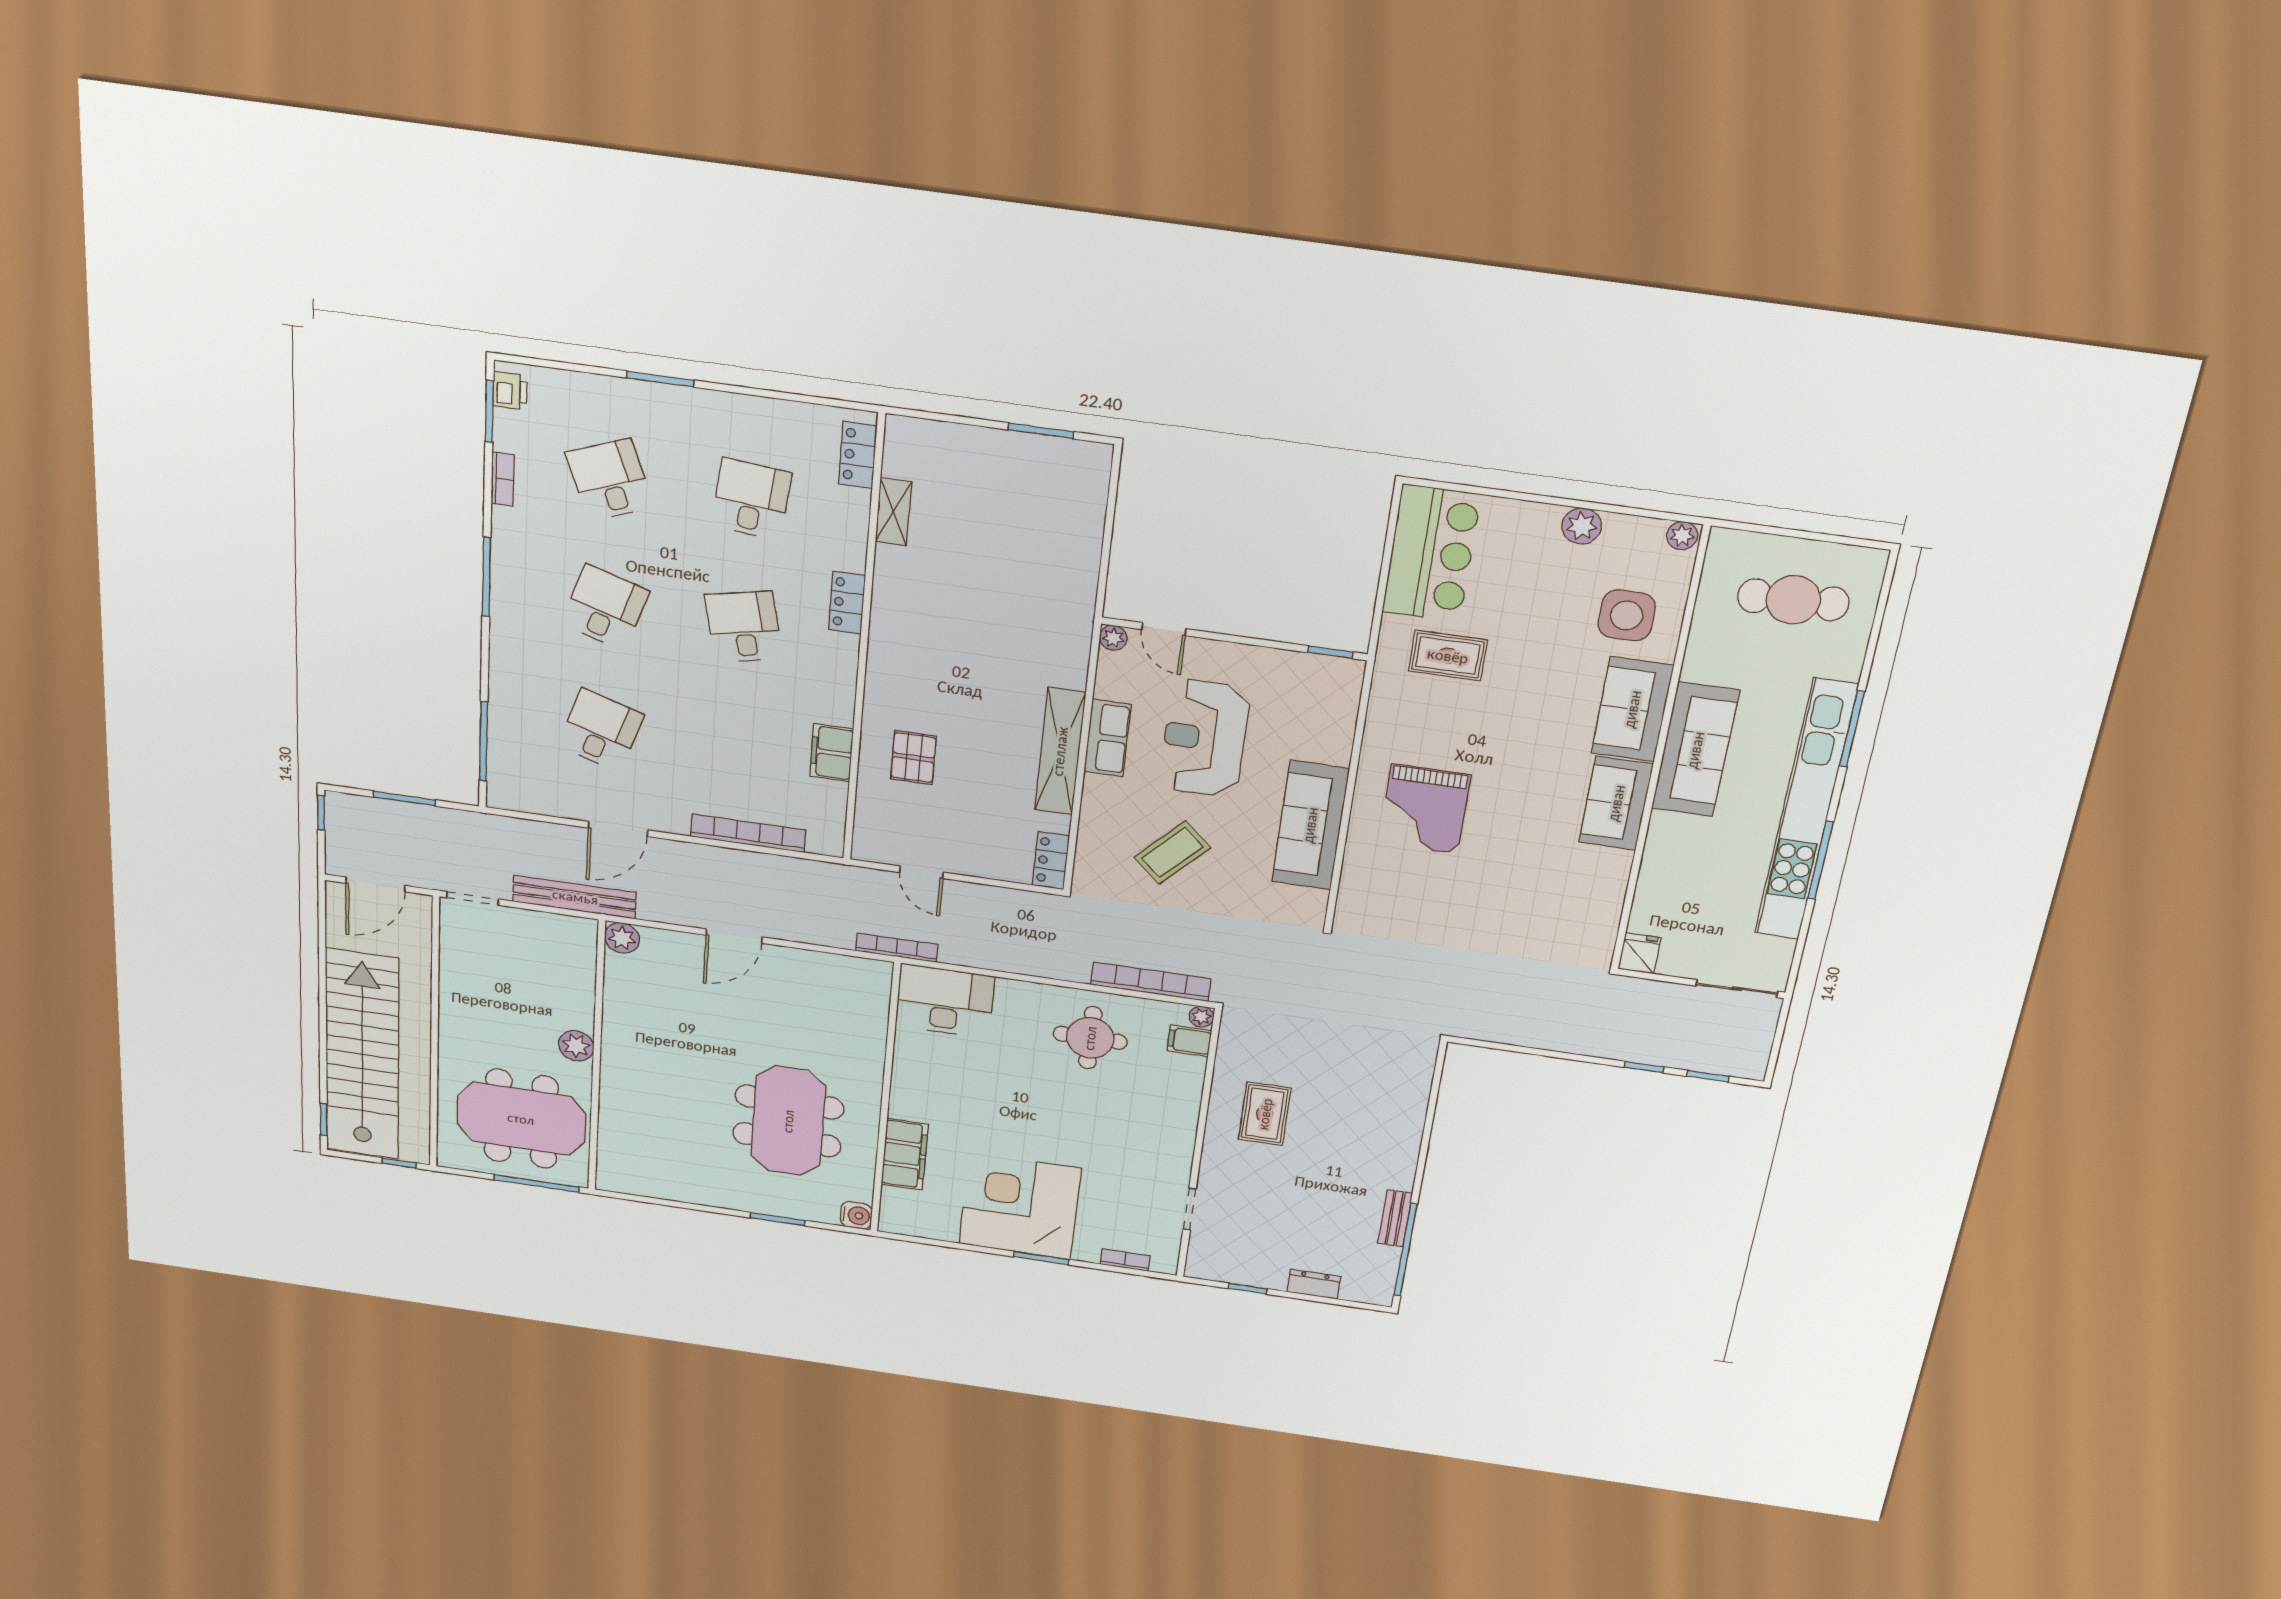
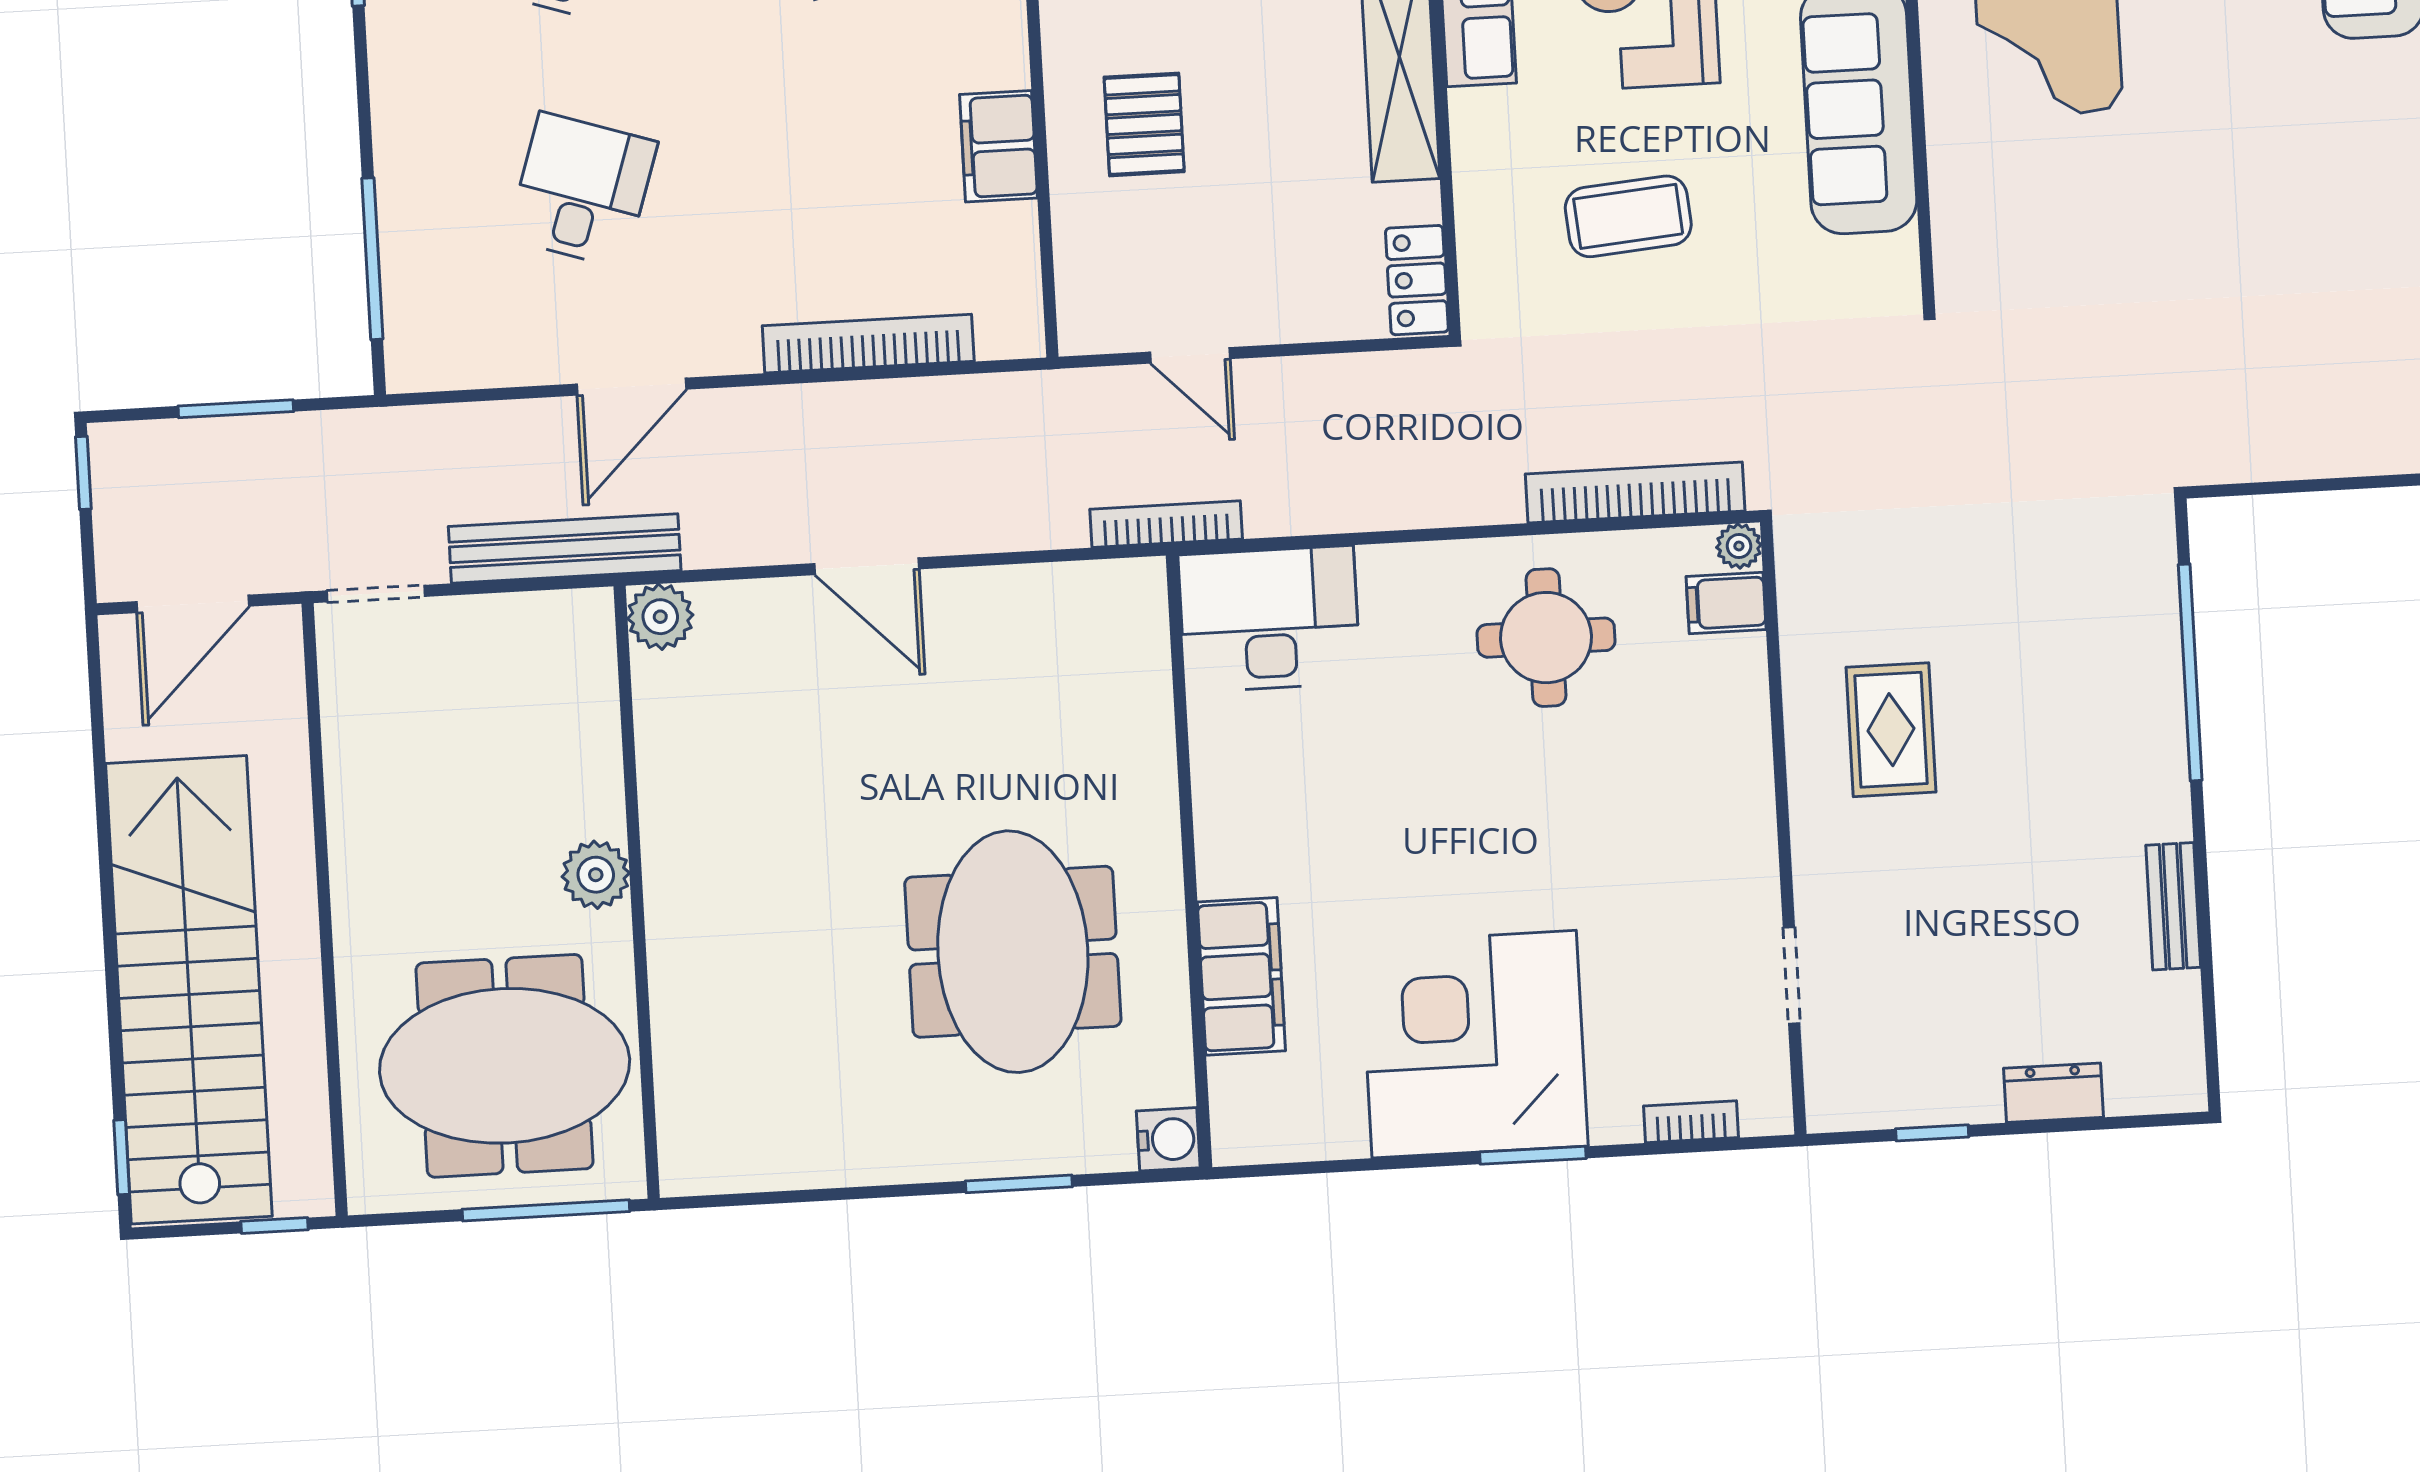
coffee table: (1172, 853) -> (1628, 216), turned 42
door: (734, 936) -> (867, 566), hinge flipped
window: (1406, 1250) -> (2190, 672), moved

